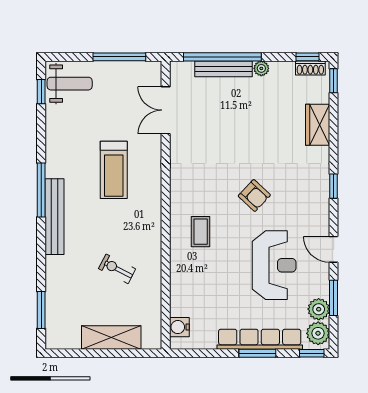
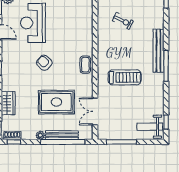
double door: (166, 110) -> (95, 111), swing flipped
rug: (233, 127) -> (56, 102), added
treadmill: (114, 170) -> (125, 77), turned 90
coffee table: (201, 232) -> (85, 65), moved

